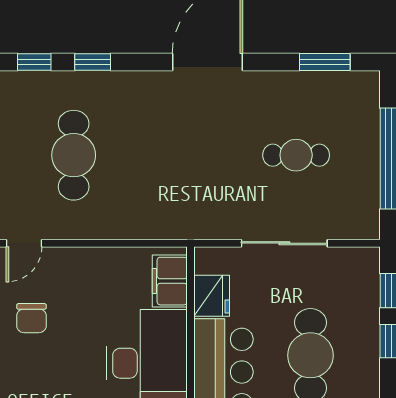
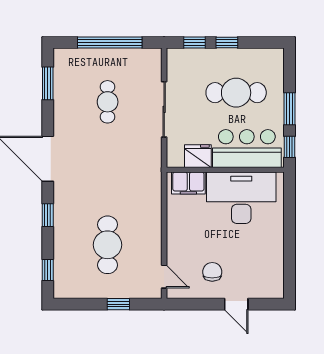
window: (93, 62) -> (48, 215), moved
cafe table: (74, 155) -> (108, 245), turned 90
chair: (31, 318) -> (212, 272), turned -90

